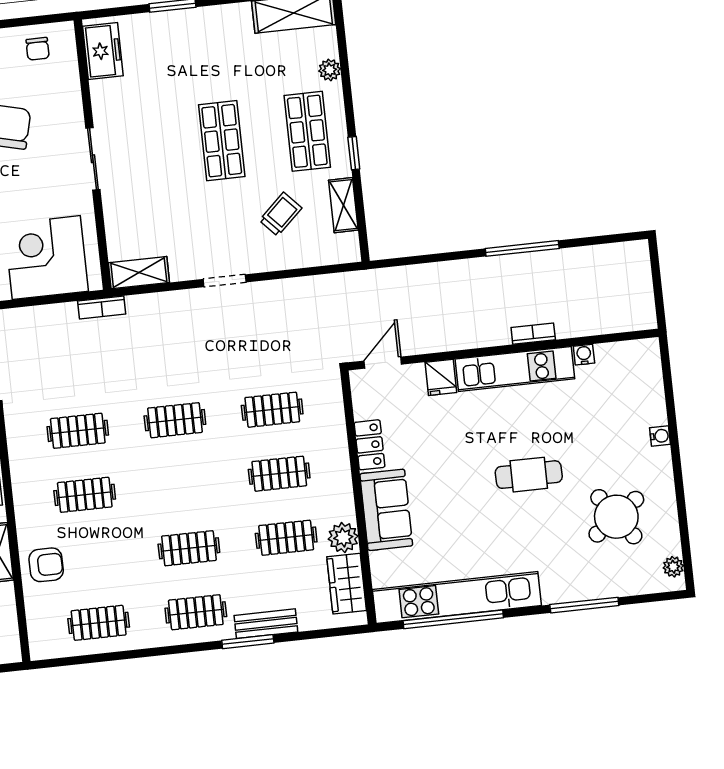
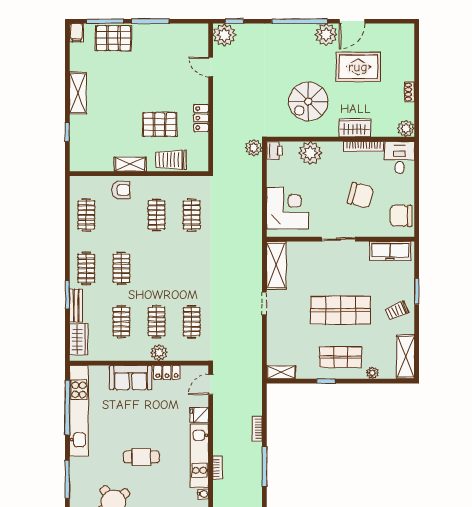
chair: (38, 49) -> (401, 216), width x1.87, depth x1.87
freezer: (103, 51) -> (390, 251), width x1.40
shop shelf: (222, 141) -> (341, 310), width x1.43, depth x1.36
shelving: (343, 205) -> (281, 372), moved
trolley: (281, 214) -> (397, 311), moved, turned 110
shelving: (139, 273) -> (276, 265), width x1.50, depth x1.33
bookcase: (102, 307) -> (257, 429), moved
door: (383, 363) -> (211, 384), swing flipped
clothes rail: (175, 420) -> (192, 268), removed
cafe table: (529, 475) -> (141, 457), turned 90
plant: (343, 537) -> (159, 353), moved
armchair: (46, 565) -> (121, 190), turned -90
wardrobe: (347, 584) -> (79, 339), moved, turned 90

